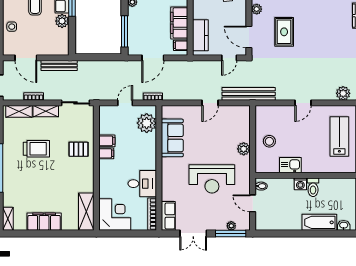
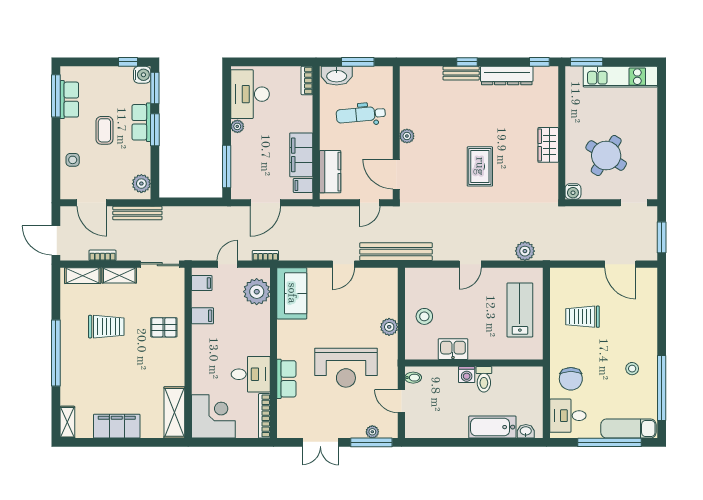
plant: (62, 21) -> (141, 184), moved
rug: (284, 32) -> (480, 166), moved
sofa: (172, 138) -> (292, 293), moved
filing cabinet: (106, 153) -> (202, 283), moved
row of seats: (168, 216) -> (286, 379), moved

